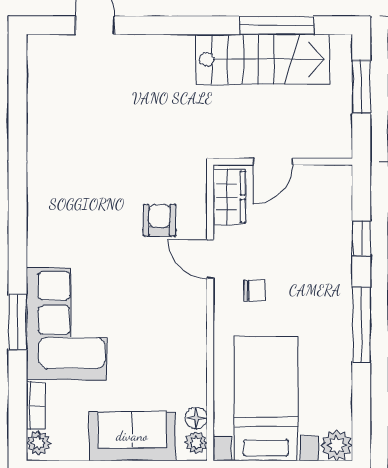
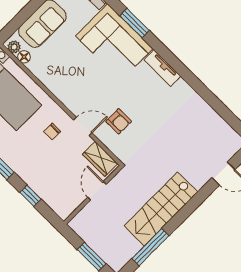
stairs: (263, 59) -> (161, 209), moved
tv unit: (39, 232) -> (162, 68), added

